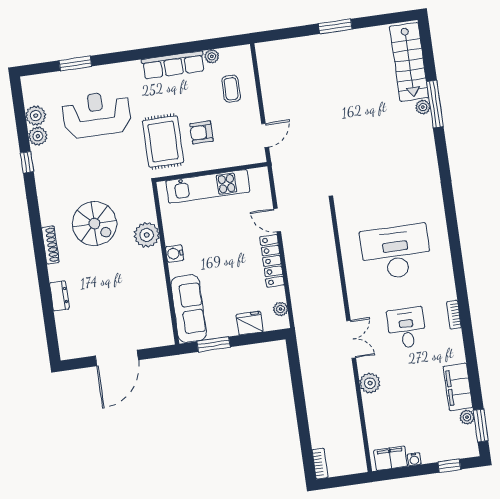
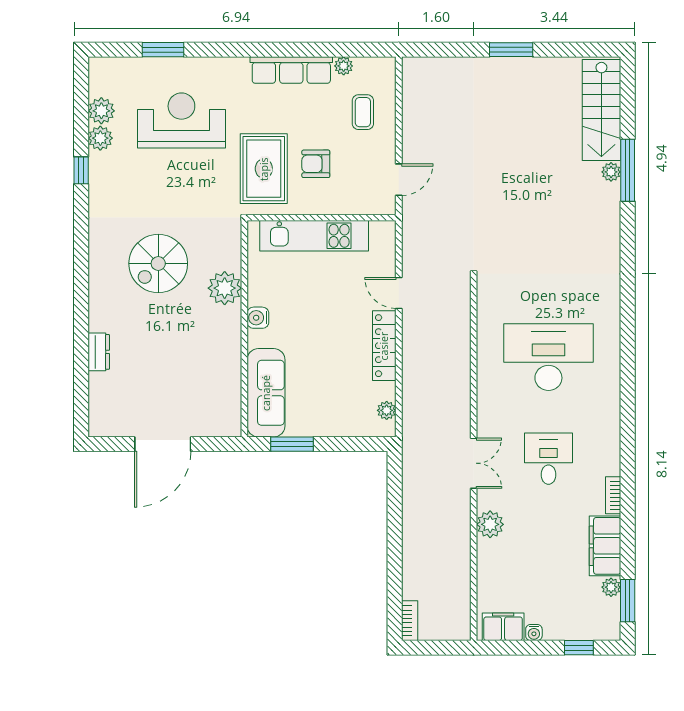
spiral stairs: (94, 224) -> (158, 263), turned 90
shoe rack: (50, 245) -> (96, 283), removed
bookcase: (454, 315) -> (613, 495), moved
fridge: (250, 323) -> (343, 423), removed

